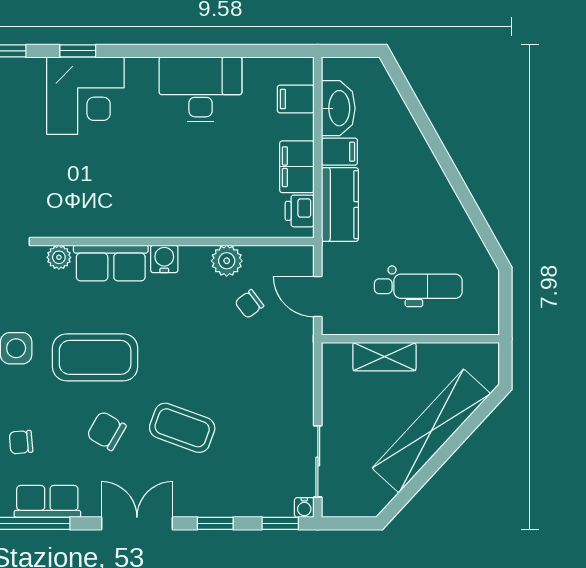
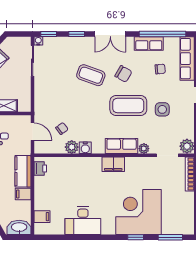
corner desk: (85, 96) -> (138, 212), width x1.36, depth x1.36
washbasin: (338, 108) -> (19, 227), moved, turned 90
filing cabinet: (297, 167) -> (113, 164), moved, turned 90
water cooler: (164, 259) -> (85, 148), moved

